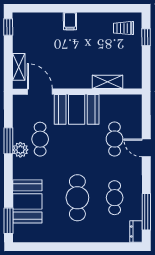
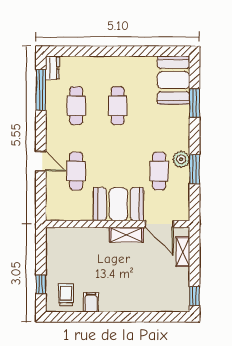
filing cabinet: (70, 21) -> (91, 302), moved
trolley: (123, 28) -> (66, 295), turned -90
shelving: (107, 82) -> (126, 235), moved
cafe table: (77, 198) -> (118, 106), width x0.73, depth x0.74
booth: (27, 201) -> (173, 80), moved
window: (9, 221) -> (194, 103), moved

